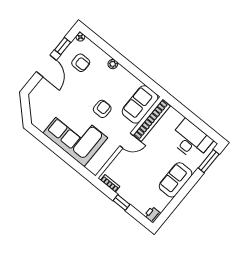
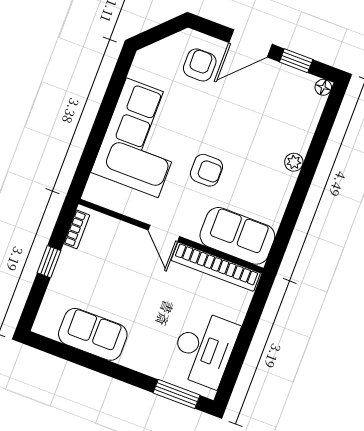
armchair: (81, 63) -> (200, 65), moved, turned 180
sofa: (176, 180) -> (93, 334), moved
printer: (153, 215) -> (46, 325), removed

